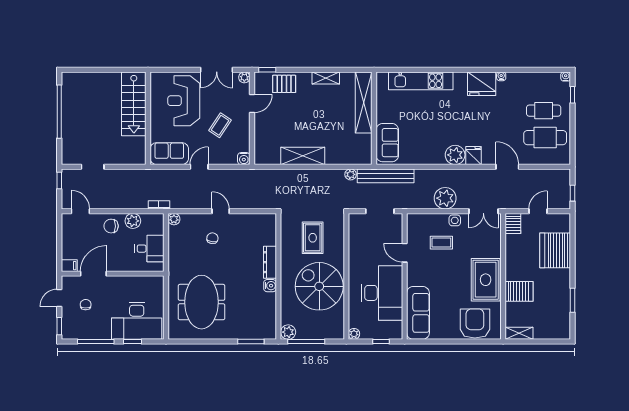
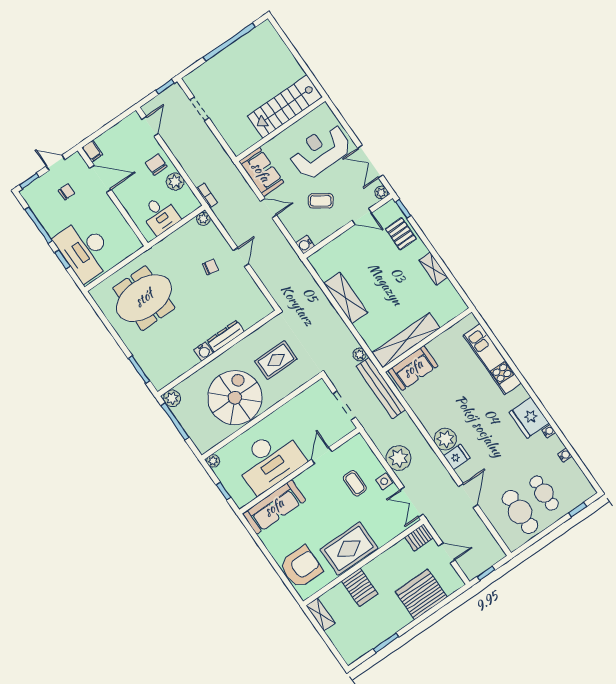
water cooler: (566, 76) -> (565, 455), moved
shelving: (364, 102) -> (406, 340), moved

